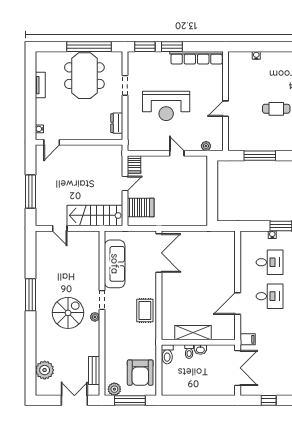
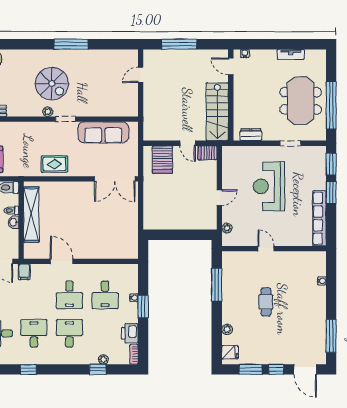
meeting table: (84, 76) -> (301, 101), turned 90
stairs: (95, 215) -> (217, 112), moved, turned 180
shelving: (193, 333) -> (31, 215), width x1.47

